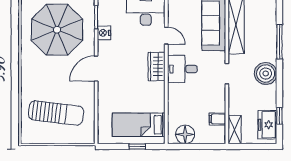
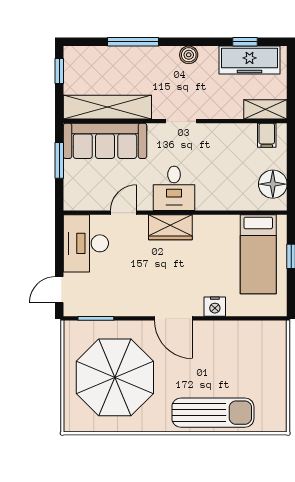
nightstand: (104, 33) -> (215, 307), moved
boiler: (266, 74) -> (189, 55), width x0.54, depth x0.54
sun lounger: (56, 113) -> (213, 413), moved, turned 83
filing cabinet: (217, 119) -> (267, 135), moved
freezer: (267, 125) -> (250, 60), width x1.40

